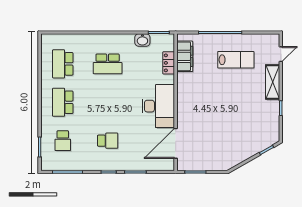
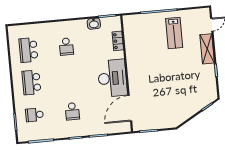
filing cabinet: (185, 56) -> (131, 34), removed
lab bench: (236, 60) -> (174, 33), turned 90
school desk: (108, 64) -> (66, 47), width x0.54
school desk: (63, 141) -> (35, 115), turned 90
school desk: (108, 141) -> (72, 111), turned 90

